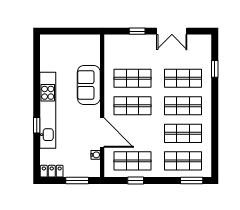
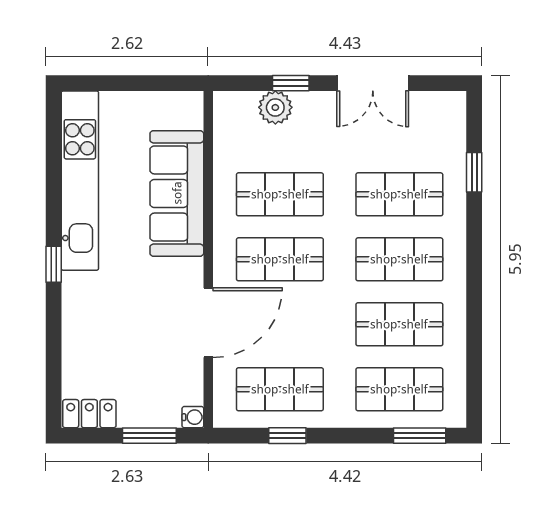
plant: (131, 41) -> (275, 107), added
sofa: (89, 85) -> (177, 193), width x1.36
kitchen unit: (48, 110) -> (80, 181), moved
window: (37, 125) -> (54, 264), moved
door: (102, 133) -> (208, 323), hinge flipped
water cooler: (96, 155) -> (193, 417), moved

